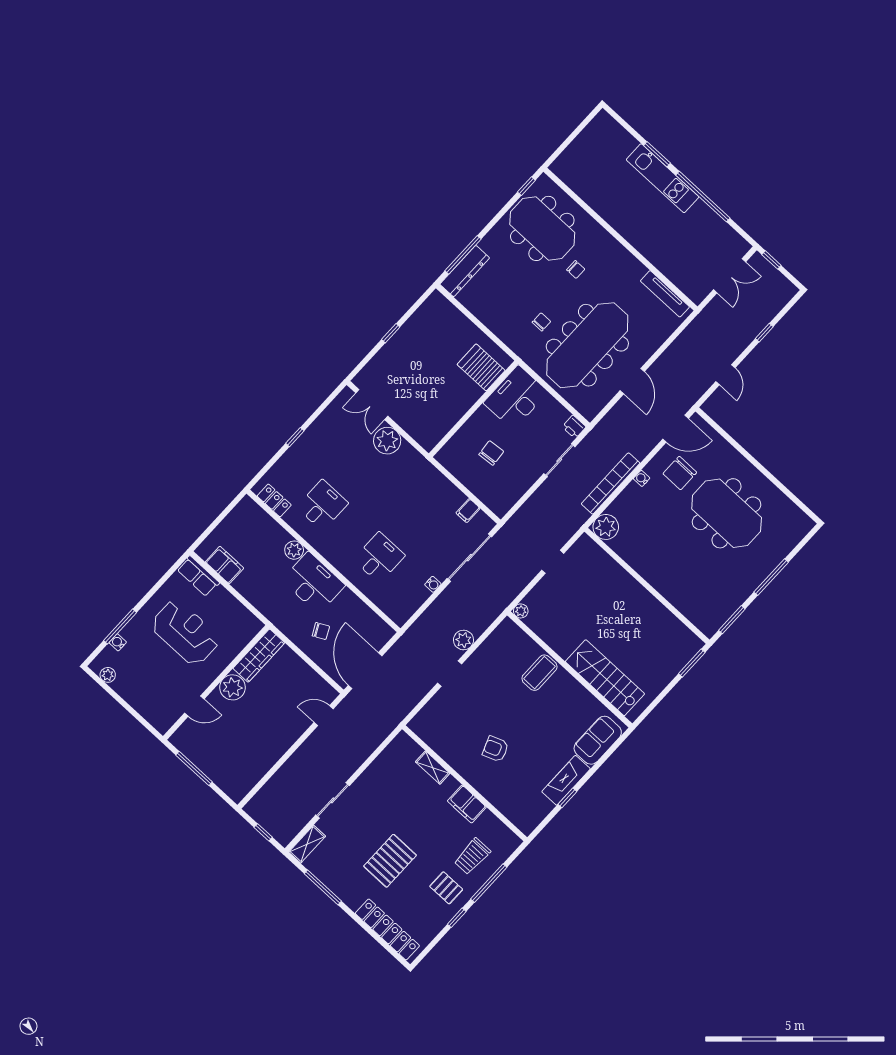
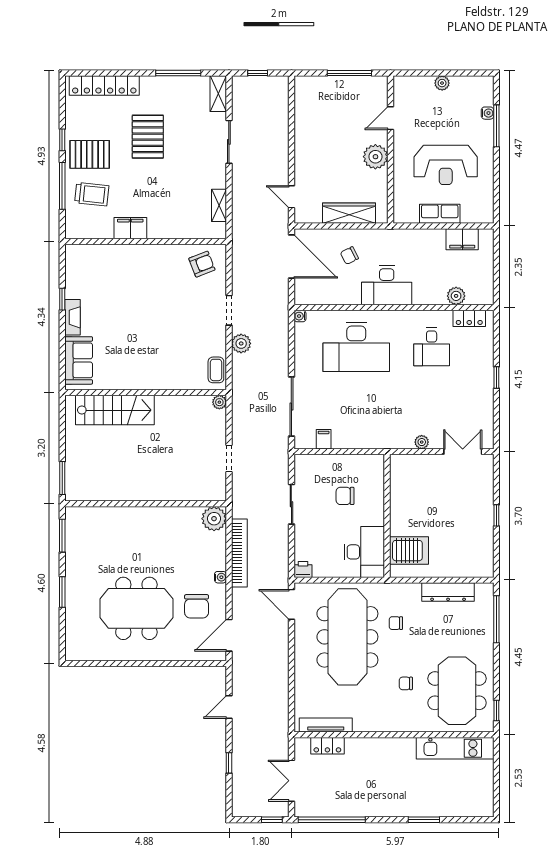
kitchen unit: (663, 178) -> (455, 748), moved, turned 180
window: (703, 197) -> (332, 820), moved
meeting table: (542, 228) -> (457, 691), turned 90
dresser: (465, 271) -> (448, 592), moved, turned -90
locker: (678, 277) -> (327, 746), added
chair: (541, 322) -> (396, 623), turned 90
door: (725, 375) -> (229, 707), hinge flipped
door: (632, 381) -> (291, 604), moved
plant: (387, 441) -> (422, 442), width x0.53, depth x0.53
chair: (491, 453) -> (345, 496), turned 95
sliding door: (559, 460) -> (291, 504), moved
chair: (680, 473) -> (197, 606), turned 180
plant: (294, 550) -> (456, 296), moved
desk: (379, 558) -> (356, 347), width x1.87, depth x1.30
row of seats: (198, 576) -> (440, 214), moved
window: (771, 577) -> (62, 592), width x0.69
water cooler: (433, 584) -> (300, 316), moved
wardrobe: (259, 656) -> (349, 213), moved, turned 90
coffee table: (539, 673) -> (216, 370), moved, width x0.73, depth x0.77
plant: (108, 675) -> (442, 83), moved
door: (324, 716) -> (291, 197), swing flipped
armchair: (496, 749) -> (202, 264), moved
shelving: (433, 768) -> (219, 205), moved, turned 90
fireplace: (566, 780) -> (72, 317), width x0.73, depth x0.76
trolley: (472, 856) -> (92, 194), turned 96
pallet: (446, 888) -> (90, 154), width x1.50, depth x1.42

